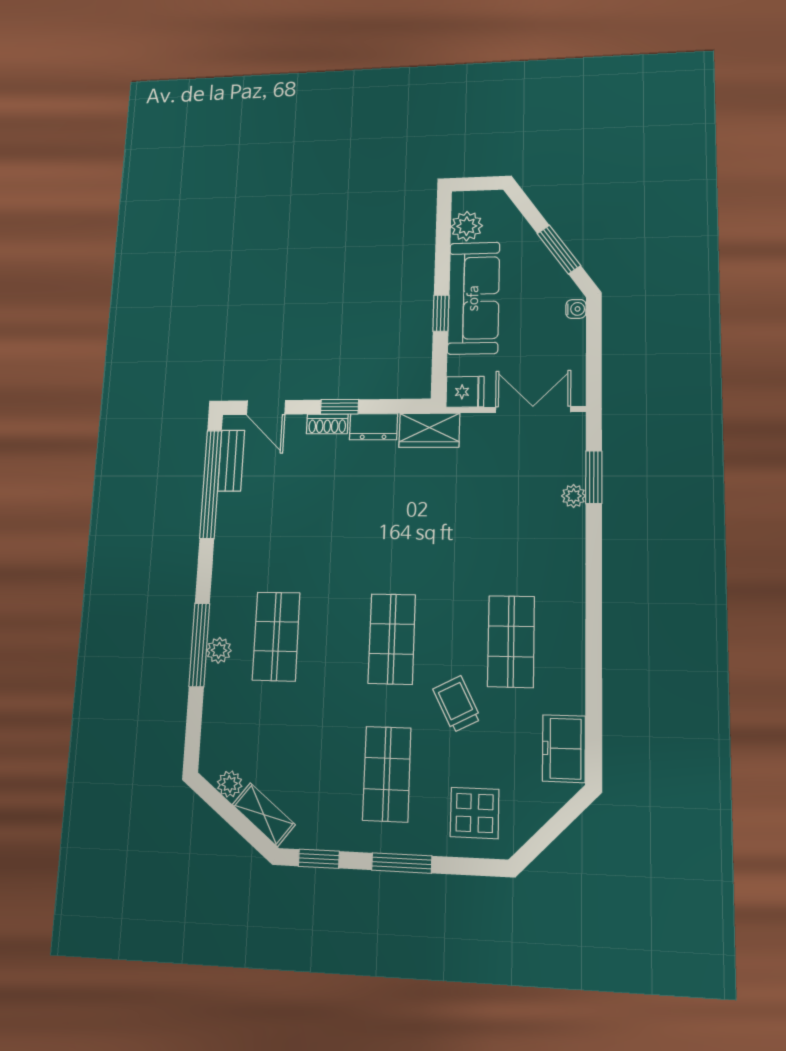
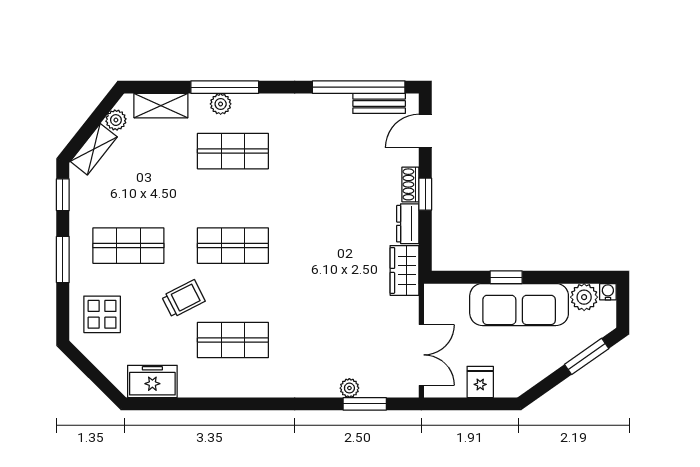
window: (559, 250) -> (587, 356), moved
water cooler: (576, 309) -> (608, 292), moved, turned 180
fridge: (465, 392) -> (480, 382), moved, turned 180
shelving: (216, 725) -> (161, 106), added

